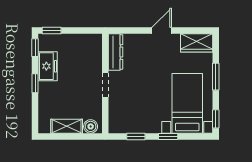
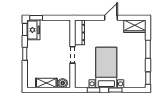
freezer: (48, 66) -> (33, 30), moved
bed with nightstands: (187, 103) -> (106, 67), moved

